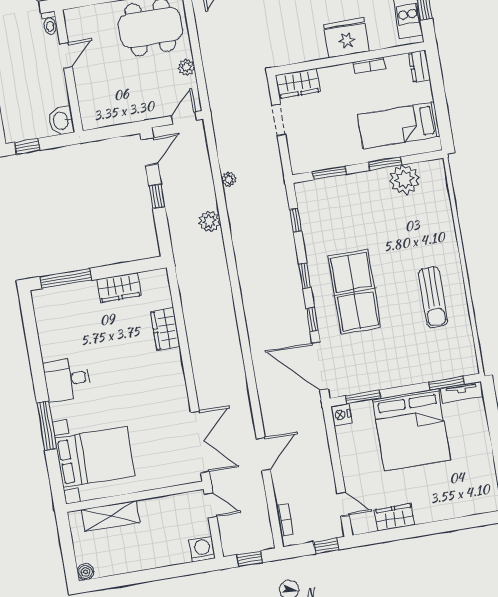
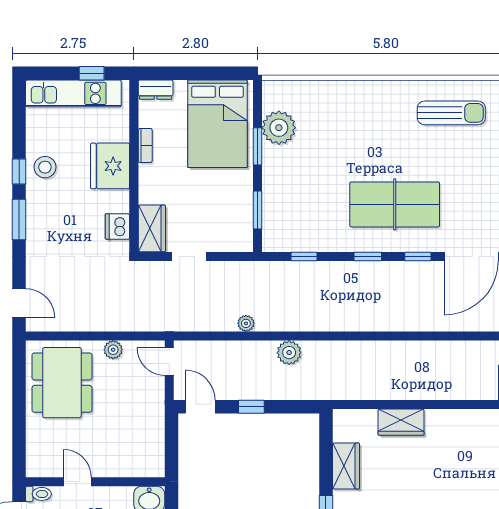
dishwasher: (295, 53) -> (117, 226), added
bed: (399, 125) -> (217, 124), width x1.50
sun lounger: (433, 297) -> (451, 113), moved

